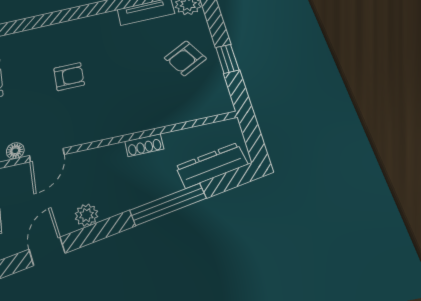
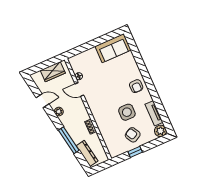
side table: (129, 63) -> (127, 112), added
armchair: (69, 77) -> (136, 86), moved

